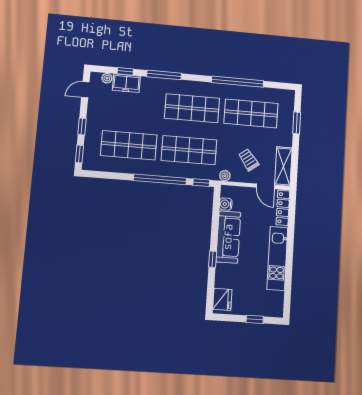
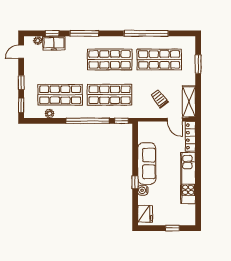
plant: (225, 176) -> (50, 113), moved
water cooler: (226, 204) -> (143, 190), moved

